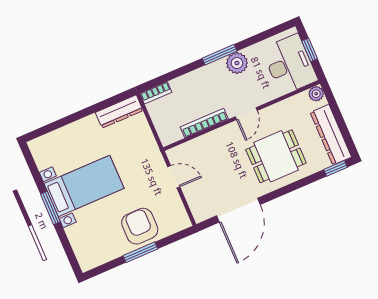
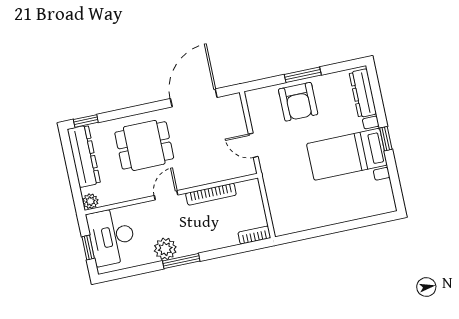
dresser: (119, 112) -> (363, 93), moved, turned -90
window: (50, 208) -> (386, 139), width x0.67

